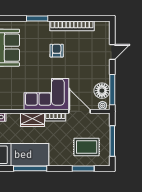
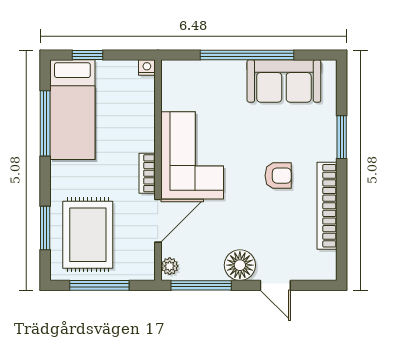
floor lamp: (102, 91) -> (240, 265), moved
wardrobe: (32, 120) -> (142, 128), removed
rug: (87, 147) -> (88, 235), width x1.36, depth x1.43

